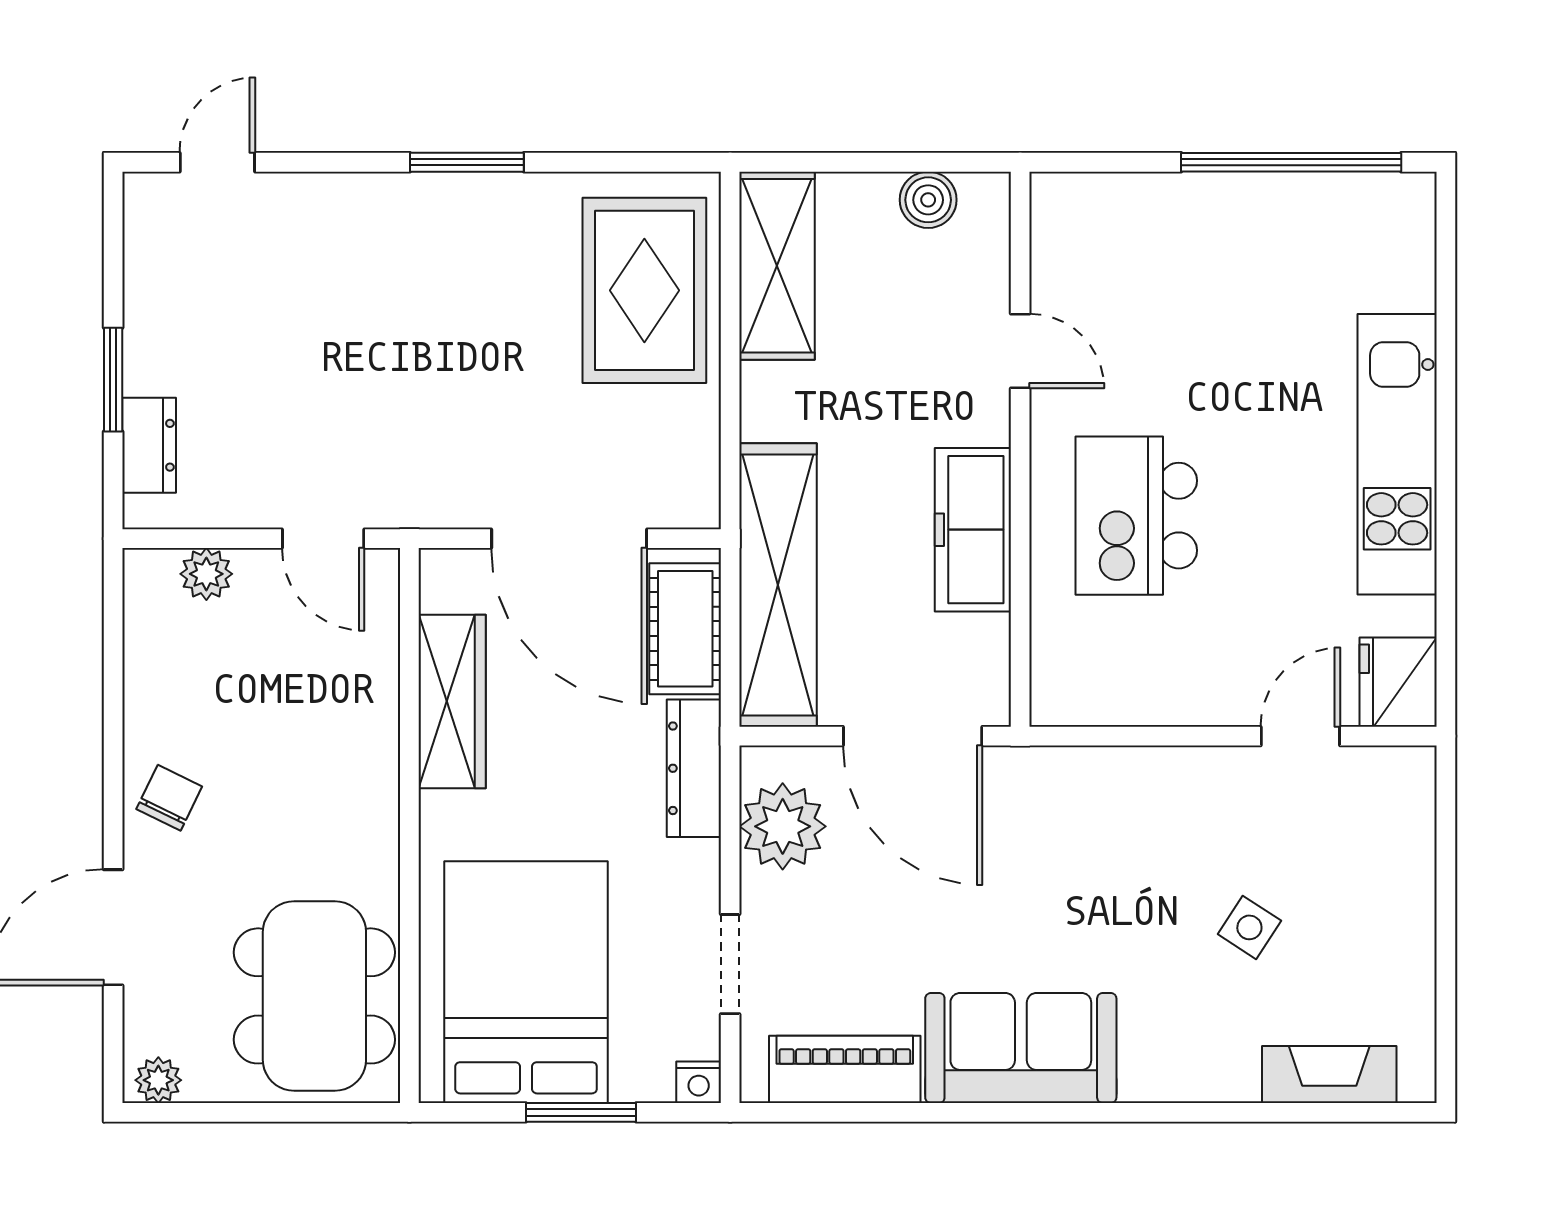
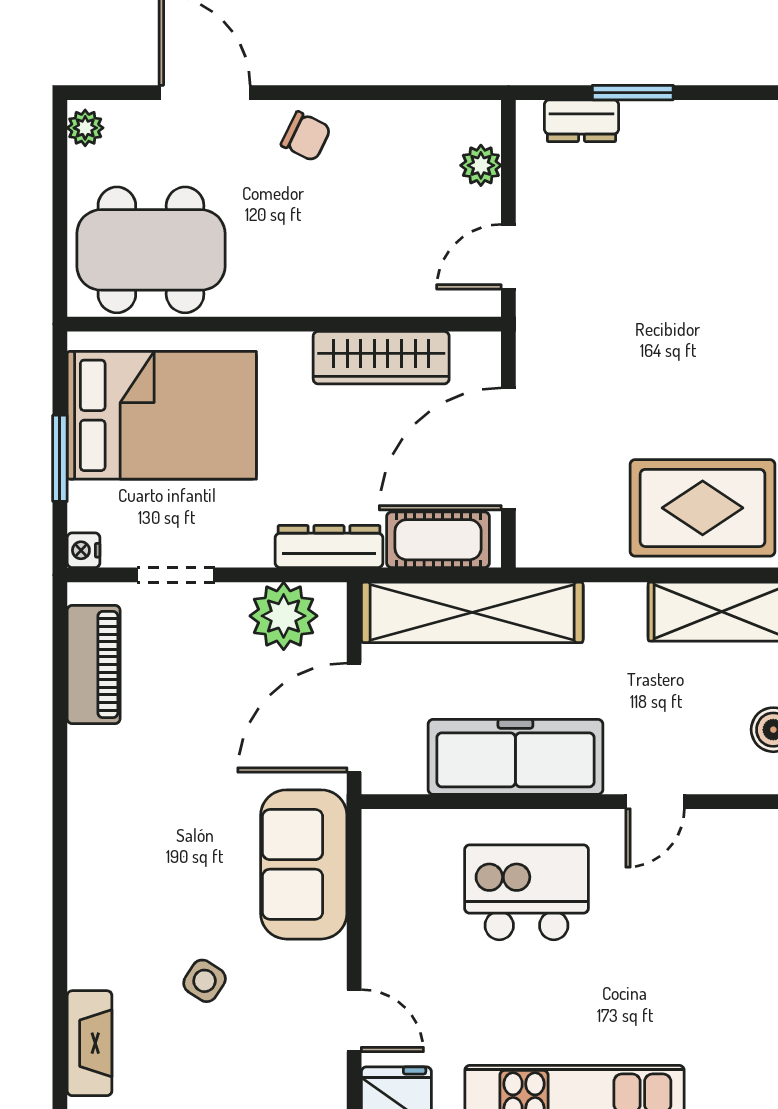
freezer: (973, 530) -> (515, 757), width x1.36, depth x1.26
sofa: (1021, 1048) -> (304, 864), moved, turned 180

